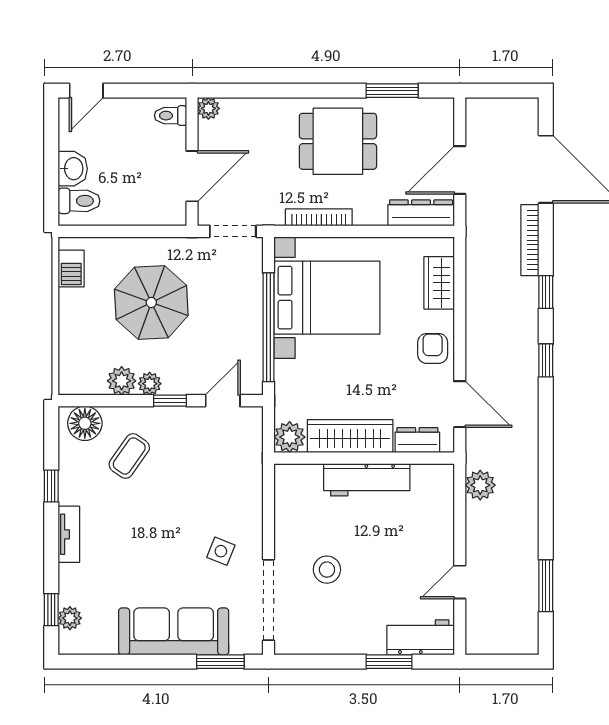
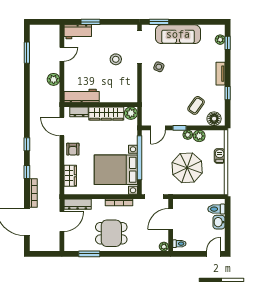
barbecue: (71, 269) -> (220, 156), moved
workbench: (367, 480) -> (82, 96), moved
plant: (480, 485) -> (54, 79), moved

